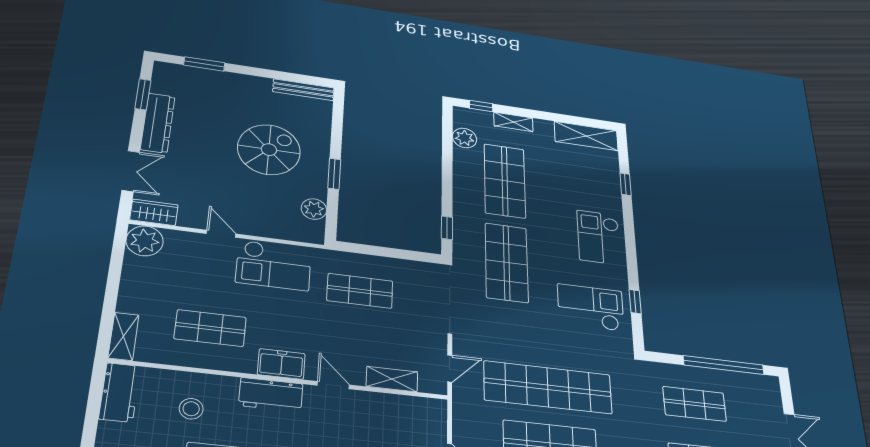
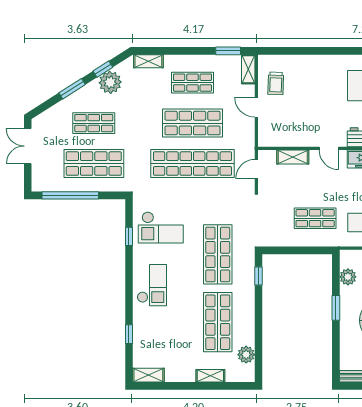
window: (481, 106) -> (234, 386), removed
shelving: (586, 136) -> (148, 375), width x0.67, depth x0.75
shop shelf: (695, 404) -> (94, 164), width x1.43, depth x1.36

